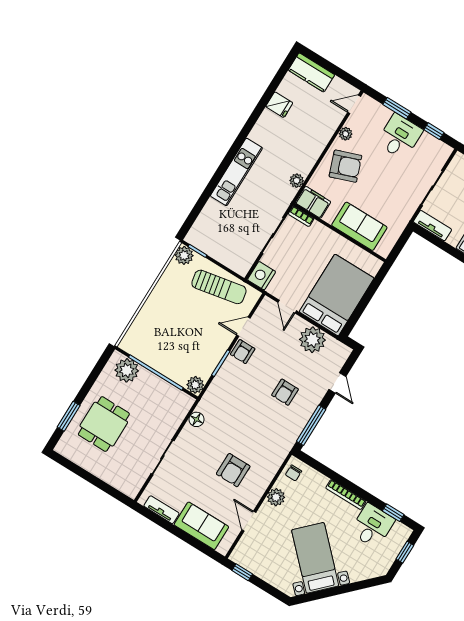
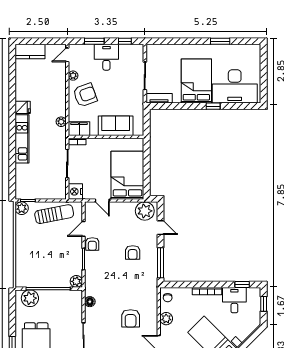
fridge: (279, 105) -> (23, 107), moved
plant: (312, 340) -> (145, 211), moved

